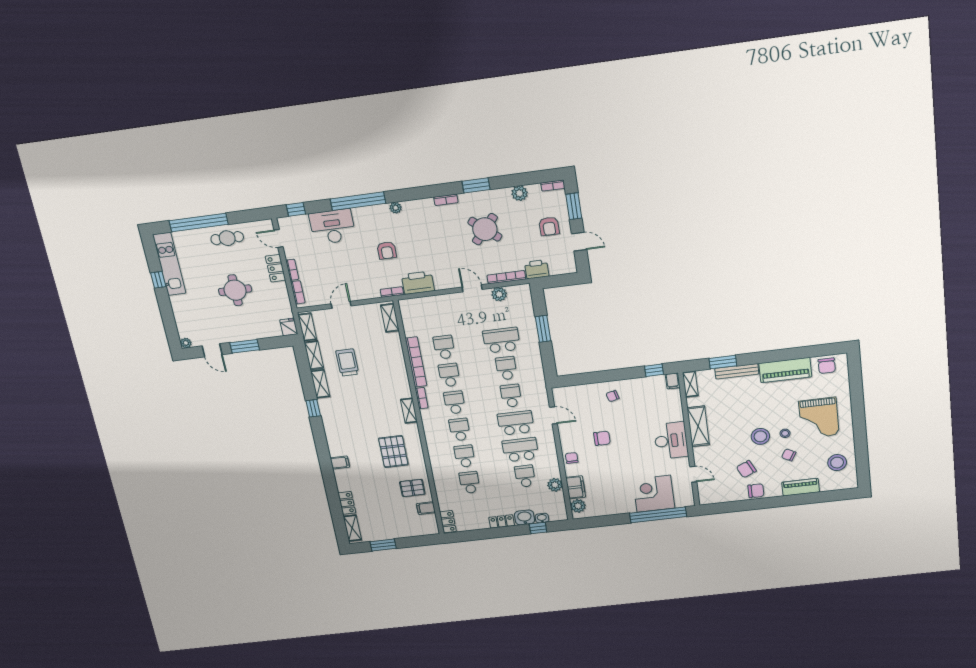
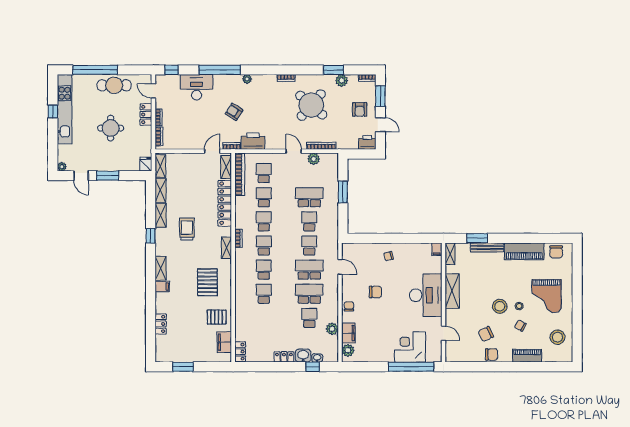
window: (476, 185) -> (334, 70), moved
round table: (485, 229) -> (311, 105), width x1.36, depth x1.36
cafe table: (227, 238) -> (114, 85), width x1.37, depth x1.35
armchair: (387, 250) -> (234, 112), turned 122
kitchen unit: (169, 264) -> (65, 109), width x1.36
printer: (537, 269) -> (367, 142), moved
door: (341, 305) -> (212, 151), moved
locker: (397, 360) -> (225, 203), added
trolley: (347, 362) -> (187, 229), moved
bookcase: (416, 362) -> (240, 174), moved
window: (654, 370) -> (423, 238), removed
desk: (671, 441) -> (426, 295), width x1.36, depth x1.30
school desk: (470, 482) -> (264, 173), moved
filing cabinet: (426, 508) -> (224, 342), width x2.00
shelving: (352, 528) -> (161, 268), moved

